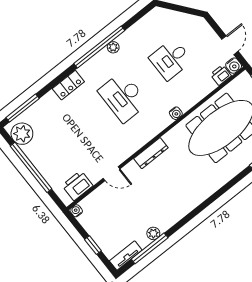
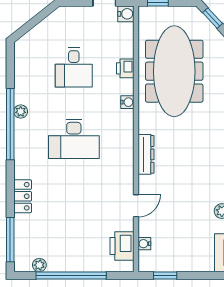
printer: (221, 75) -> (125, 68), moved
locker: (68, 85) -> (23, 196), moved
plant: (22, 134) -> (39, 265), width x0.53, depth x0.53
water cooler: (76, 211) -> (144, 244), moved
window: (93, 245) -> (165, 275), moved

